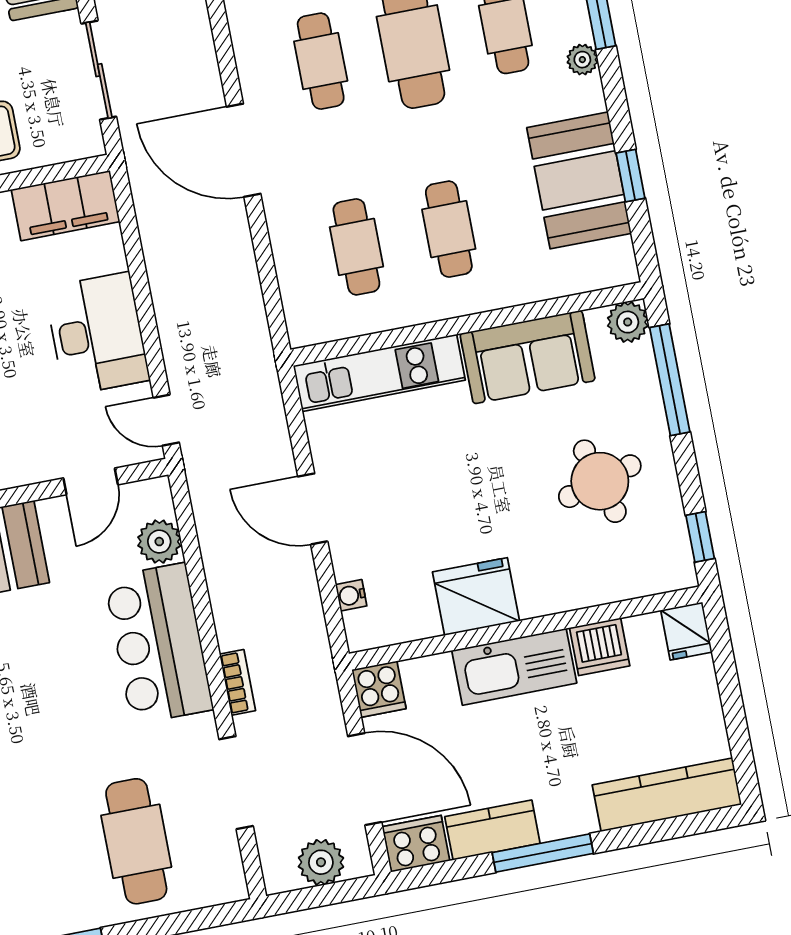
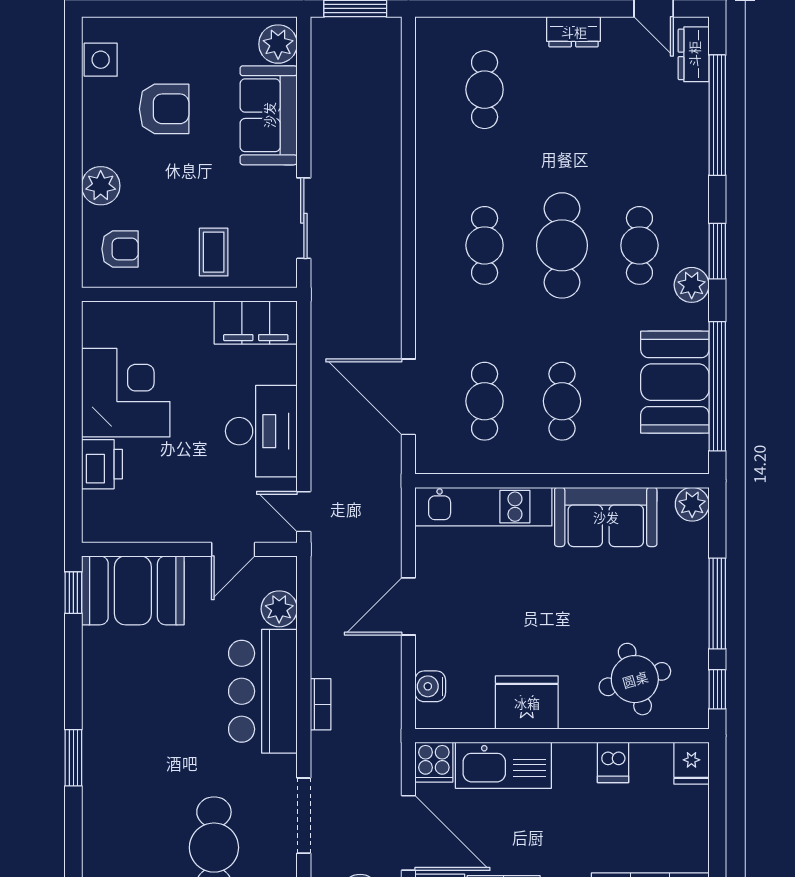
plant: (582, 60) -> (692, 285), width x1.38, depth x1.38
door: (244, 150) -> (408, 397), moved
window: (631, 176) -> (717, 386), width x3.17
window: (670, 380) -> (717, 603), moved
round table: (600, 481) -> (635, 679), moved
door: (313, 509) -> (408, 606), hinge flipped
water cooler: (351, 595) -> (430, 686), width x1.38, depth x1.38
dishwasher: (600, 647) -> (613, 762), width x0.73
kitchen sink: (514, 667) -> (503, 765), moved
bookcase: (238, 682) -> (321, 704), moved

